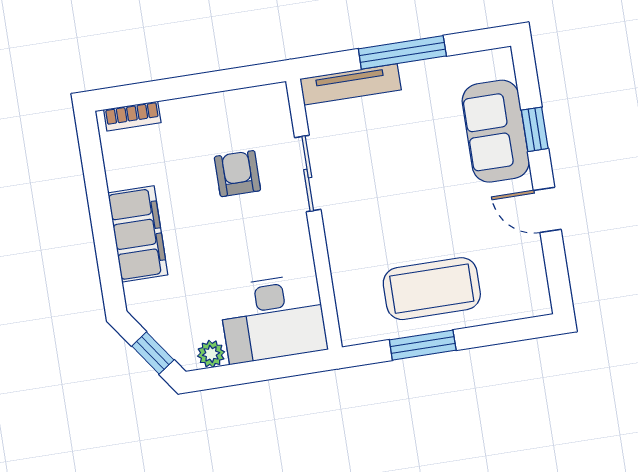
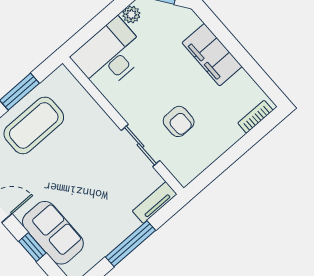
tv unit: (351, 84) -> (155, 203), width x0.71

